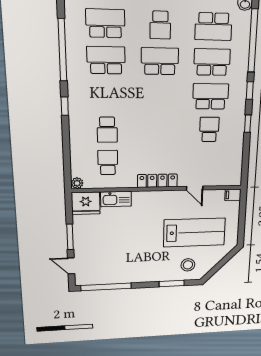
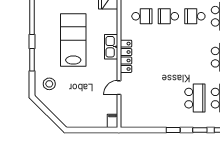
school desk: (209, 129) -> (195, 16), moved, turned 180
kitchen sink: (116, 199) -> (111, 47), moved
lab bench: (194, 232) -> (73, 40), moved, turned 180
window: (172, 284) -> (32, 60), moved

